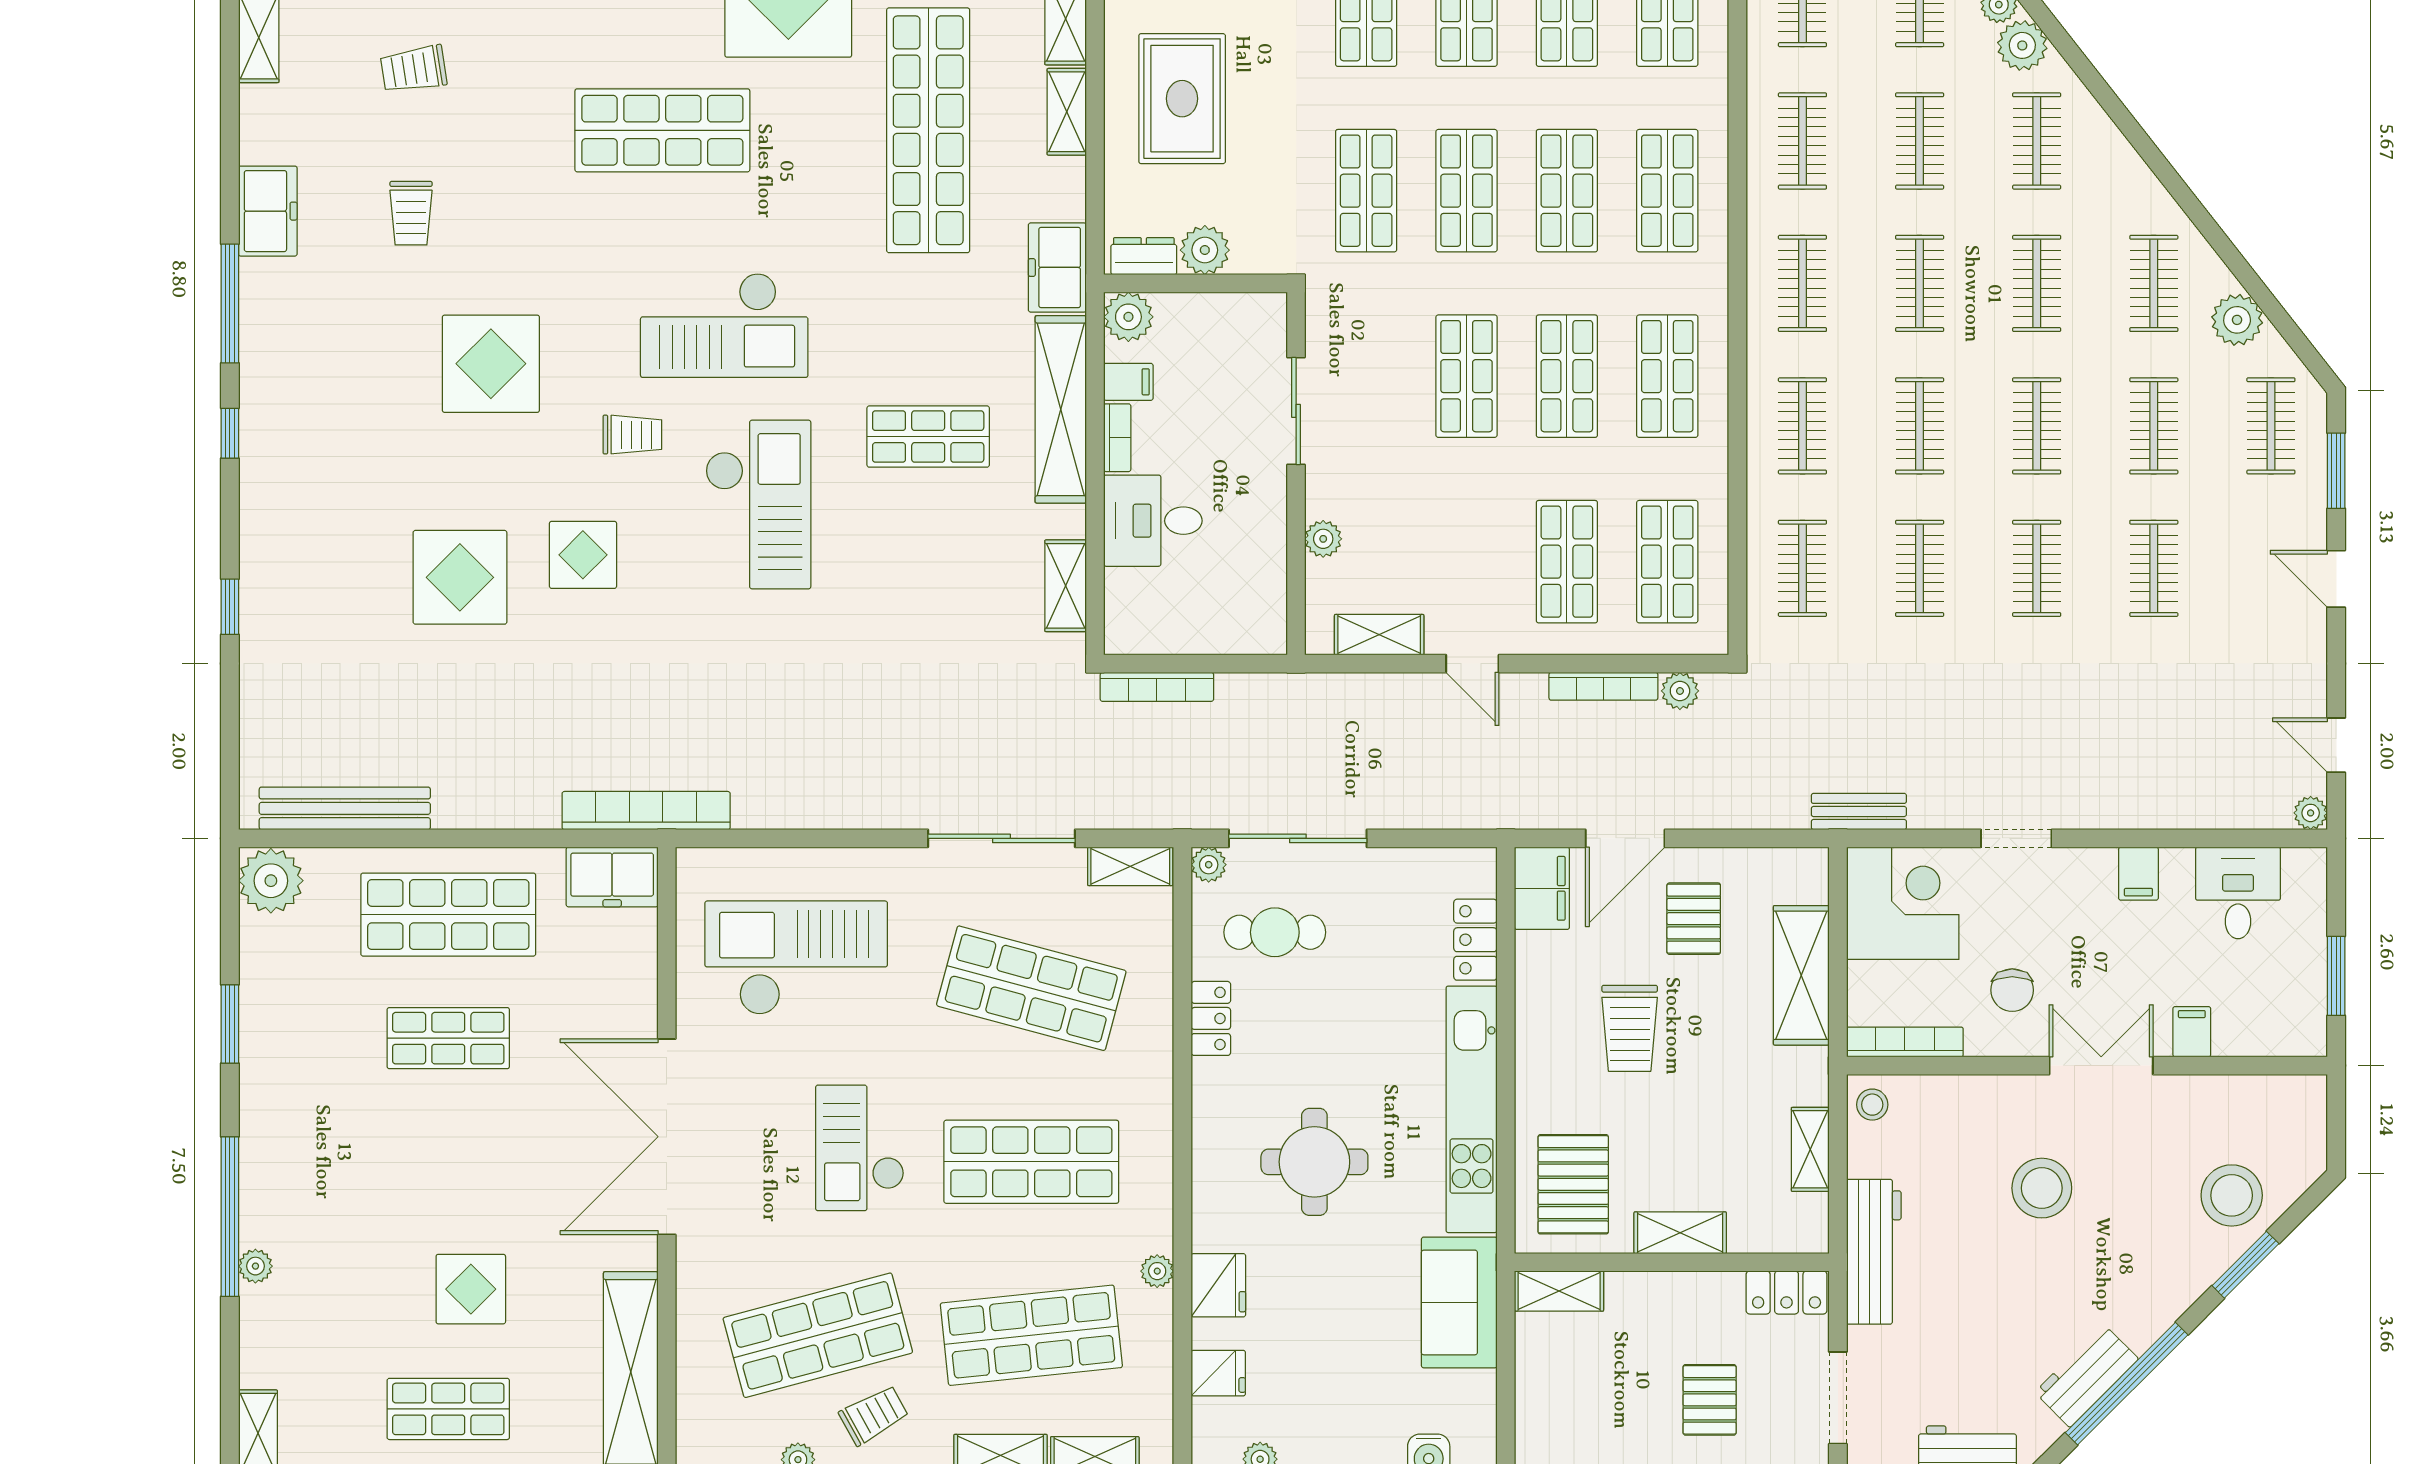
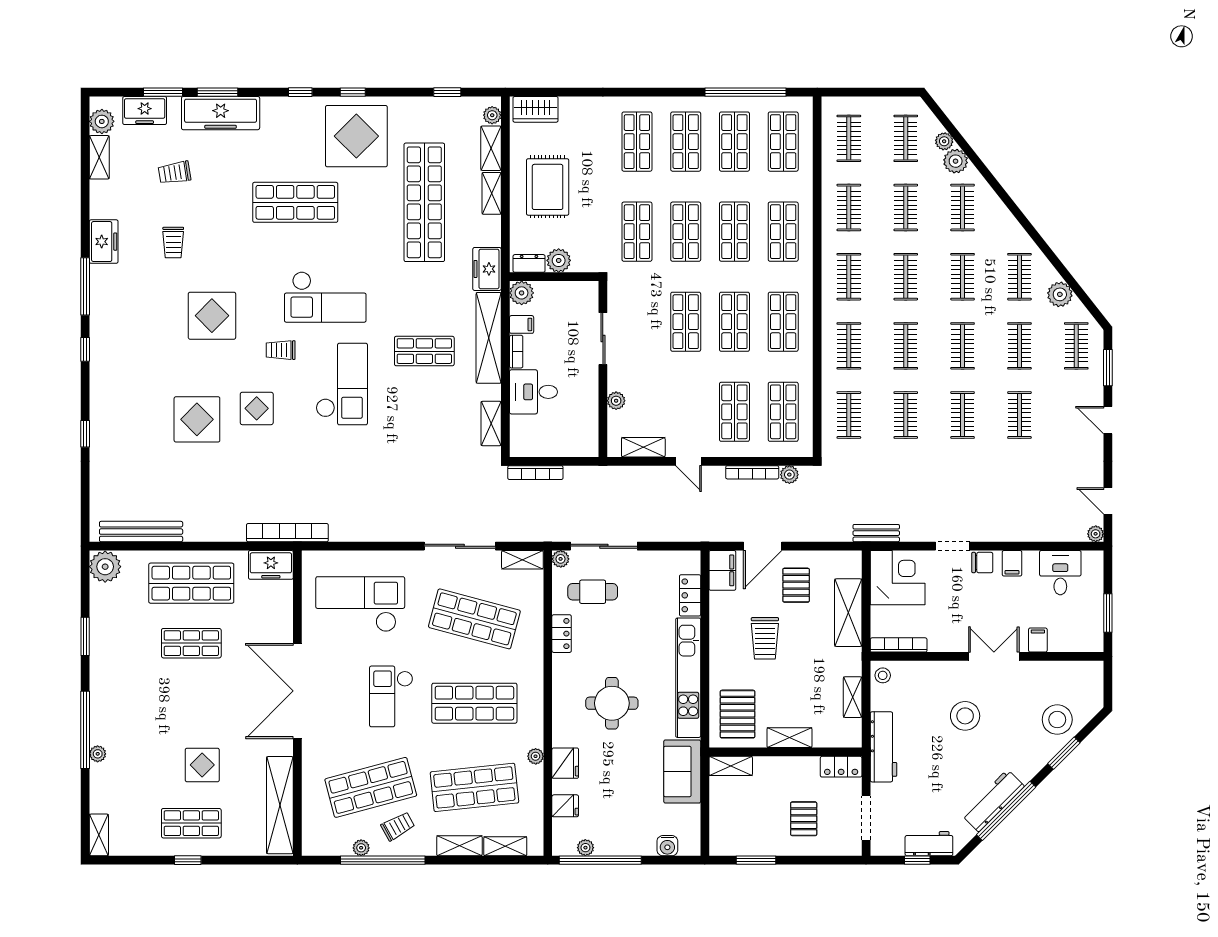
trolley: (632, 435) -> (281, 350), turned 180
chair: (2012, 990) -> (982, 562), moved, turned -90
workbench: (2087, 1376) -> (993, 801), width x1.38

